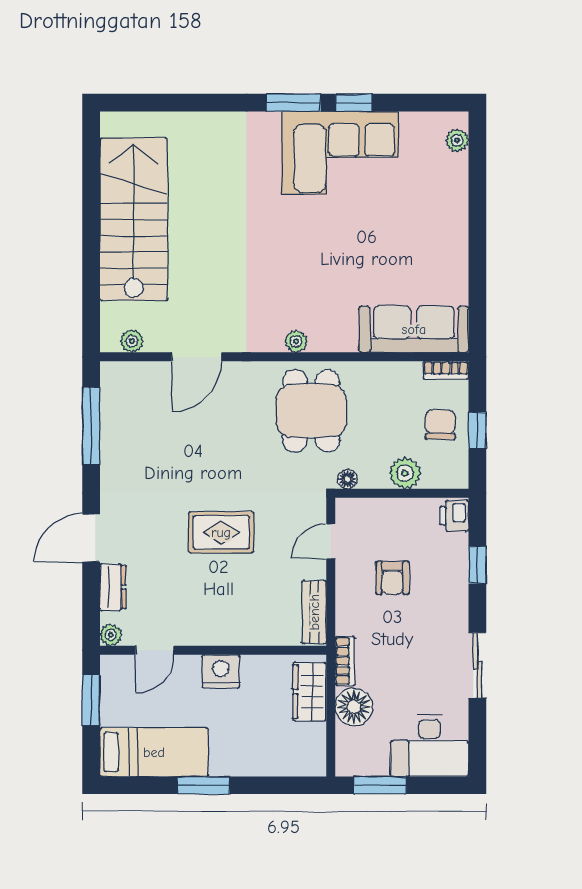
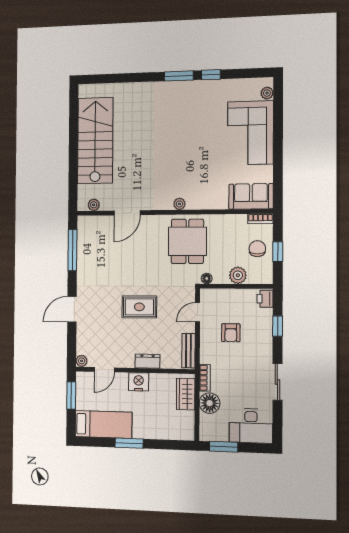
corner sofa: (340, 153) -> (250, 133), moved, turned 90
sofa: (414, 329) -> (251, 196), width x0.73
dresser: (113, 587) -> (147, 361), moved, turned -90

